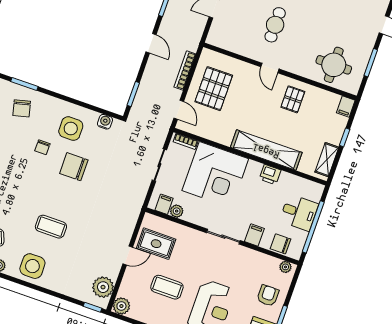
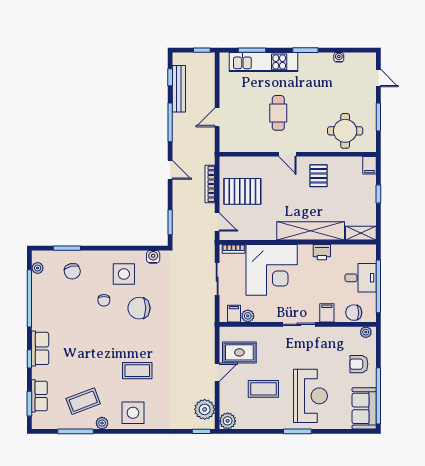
pallet: (214, 89) -> (242, 191), turned 90
shelving: (327, 160) -> (361, 233), moved, turned 90
armchair: (268, 296) -> (359, 364), turned -90

